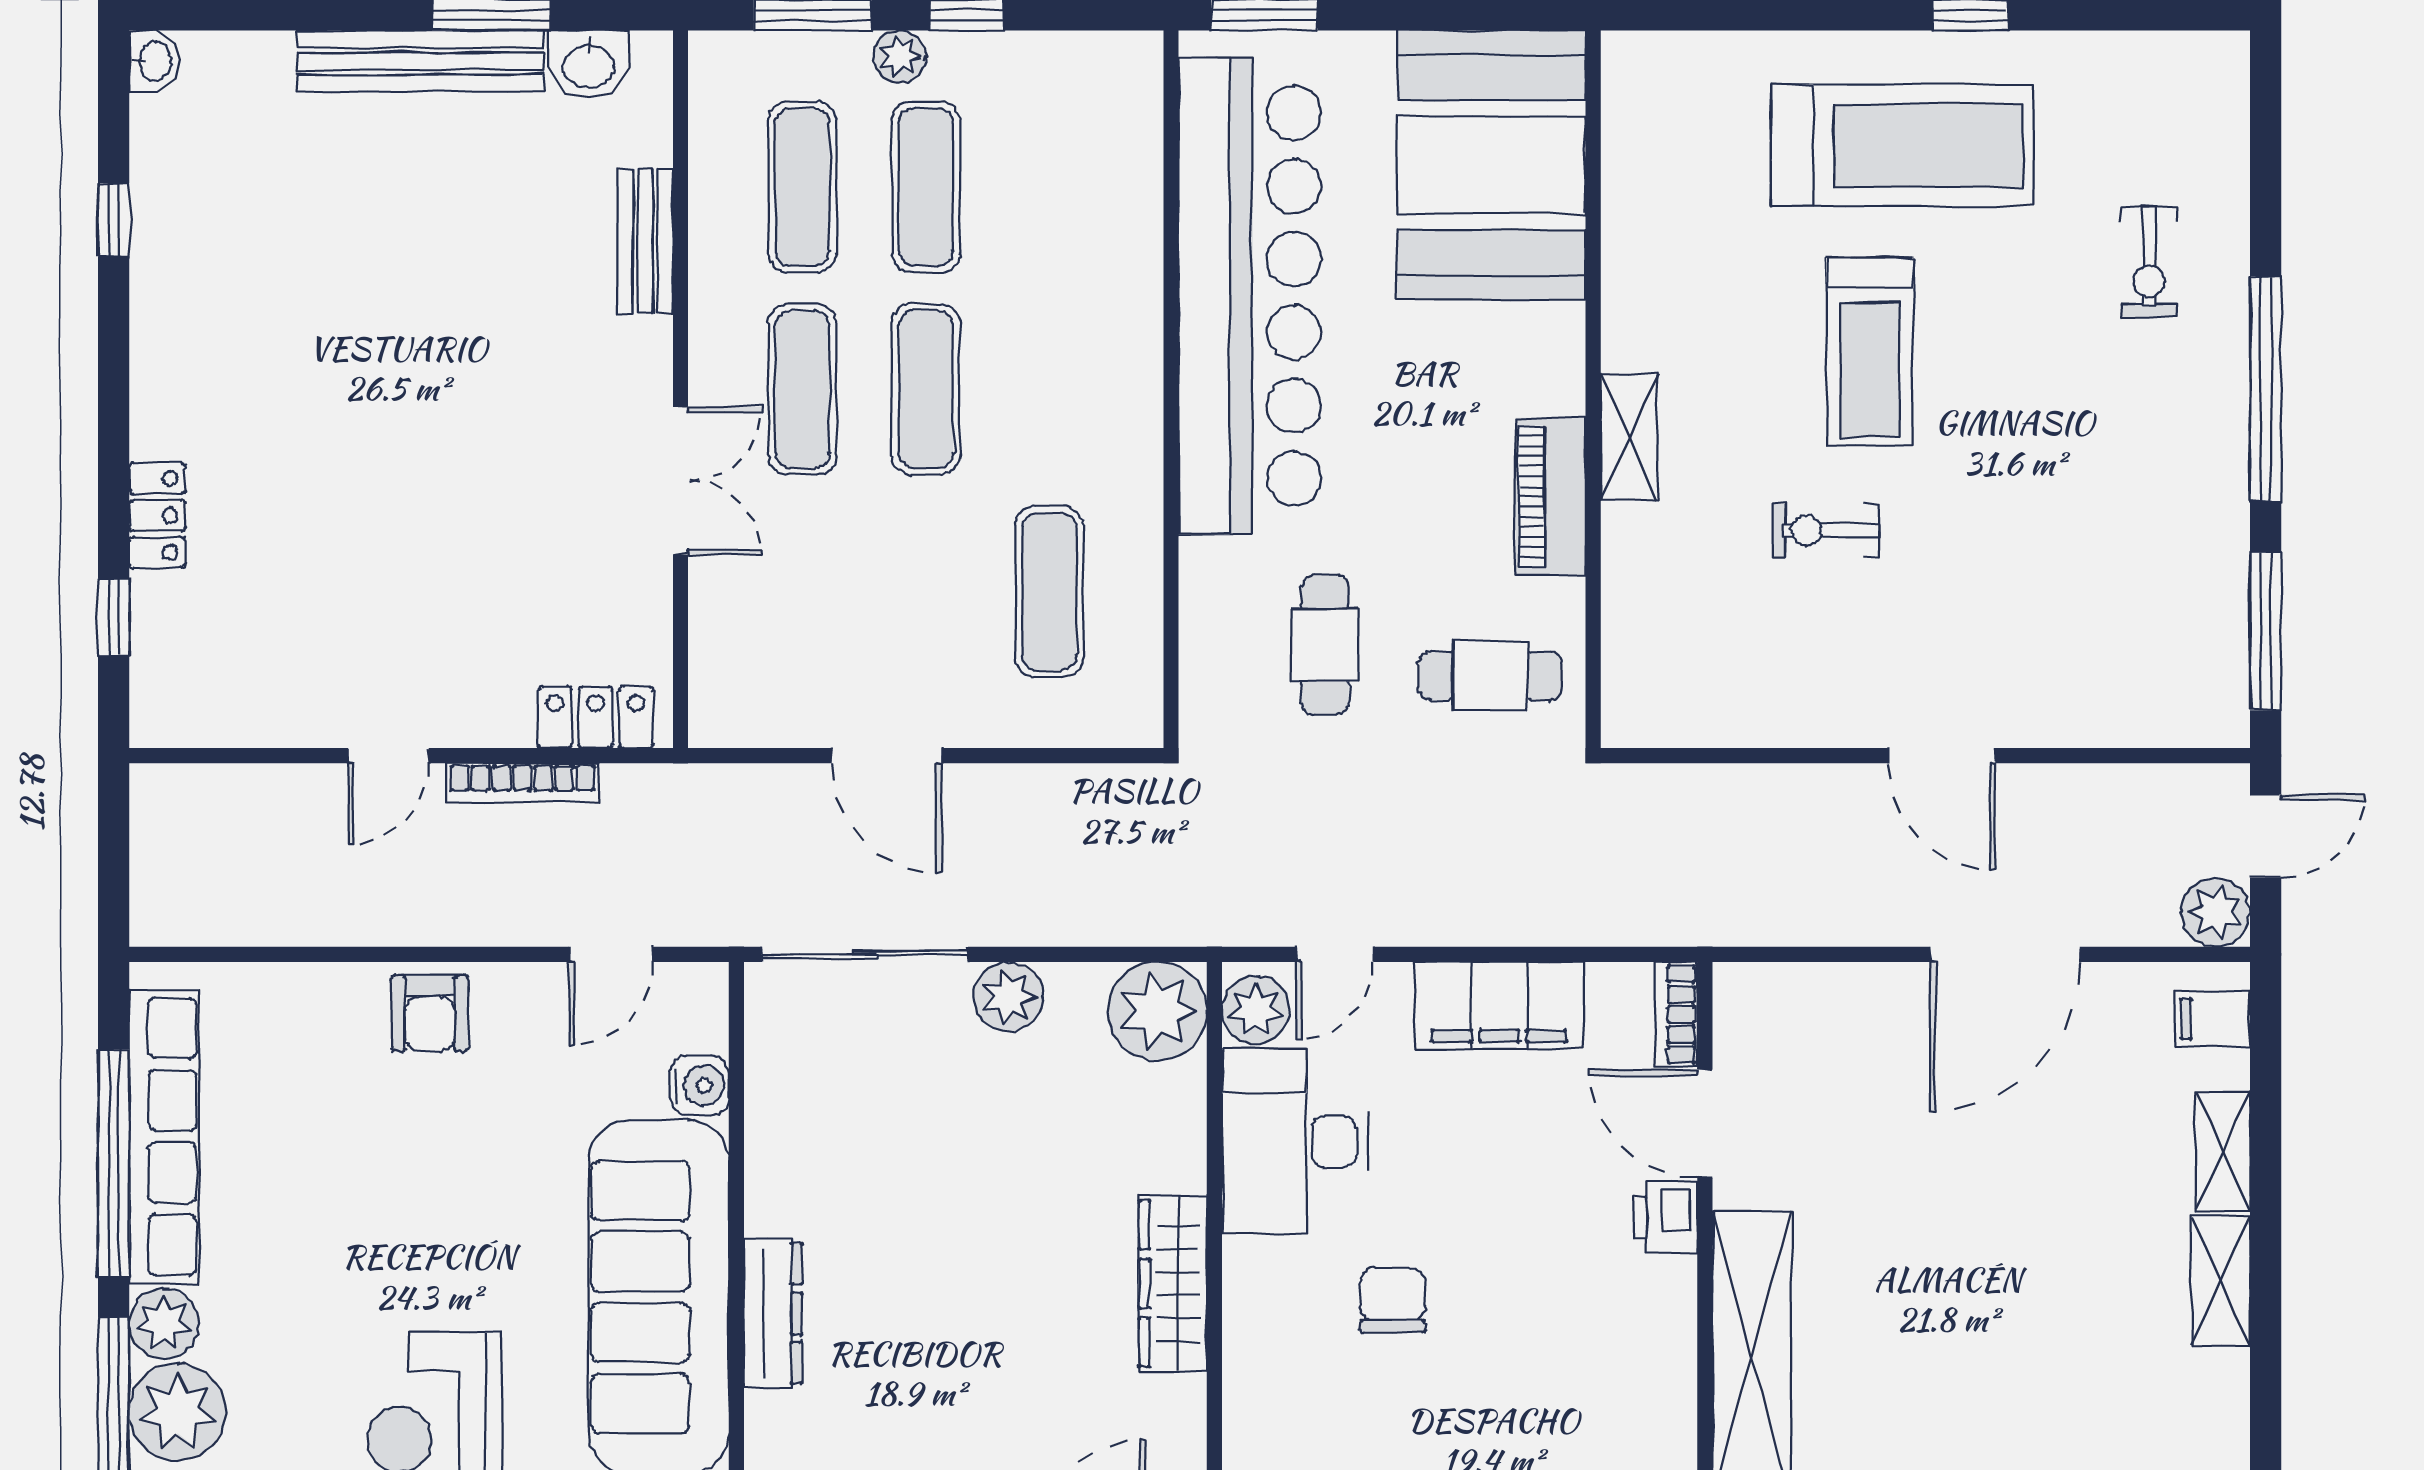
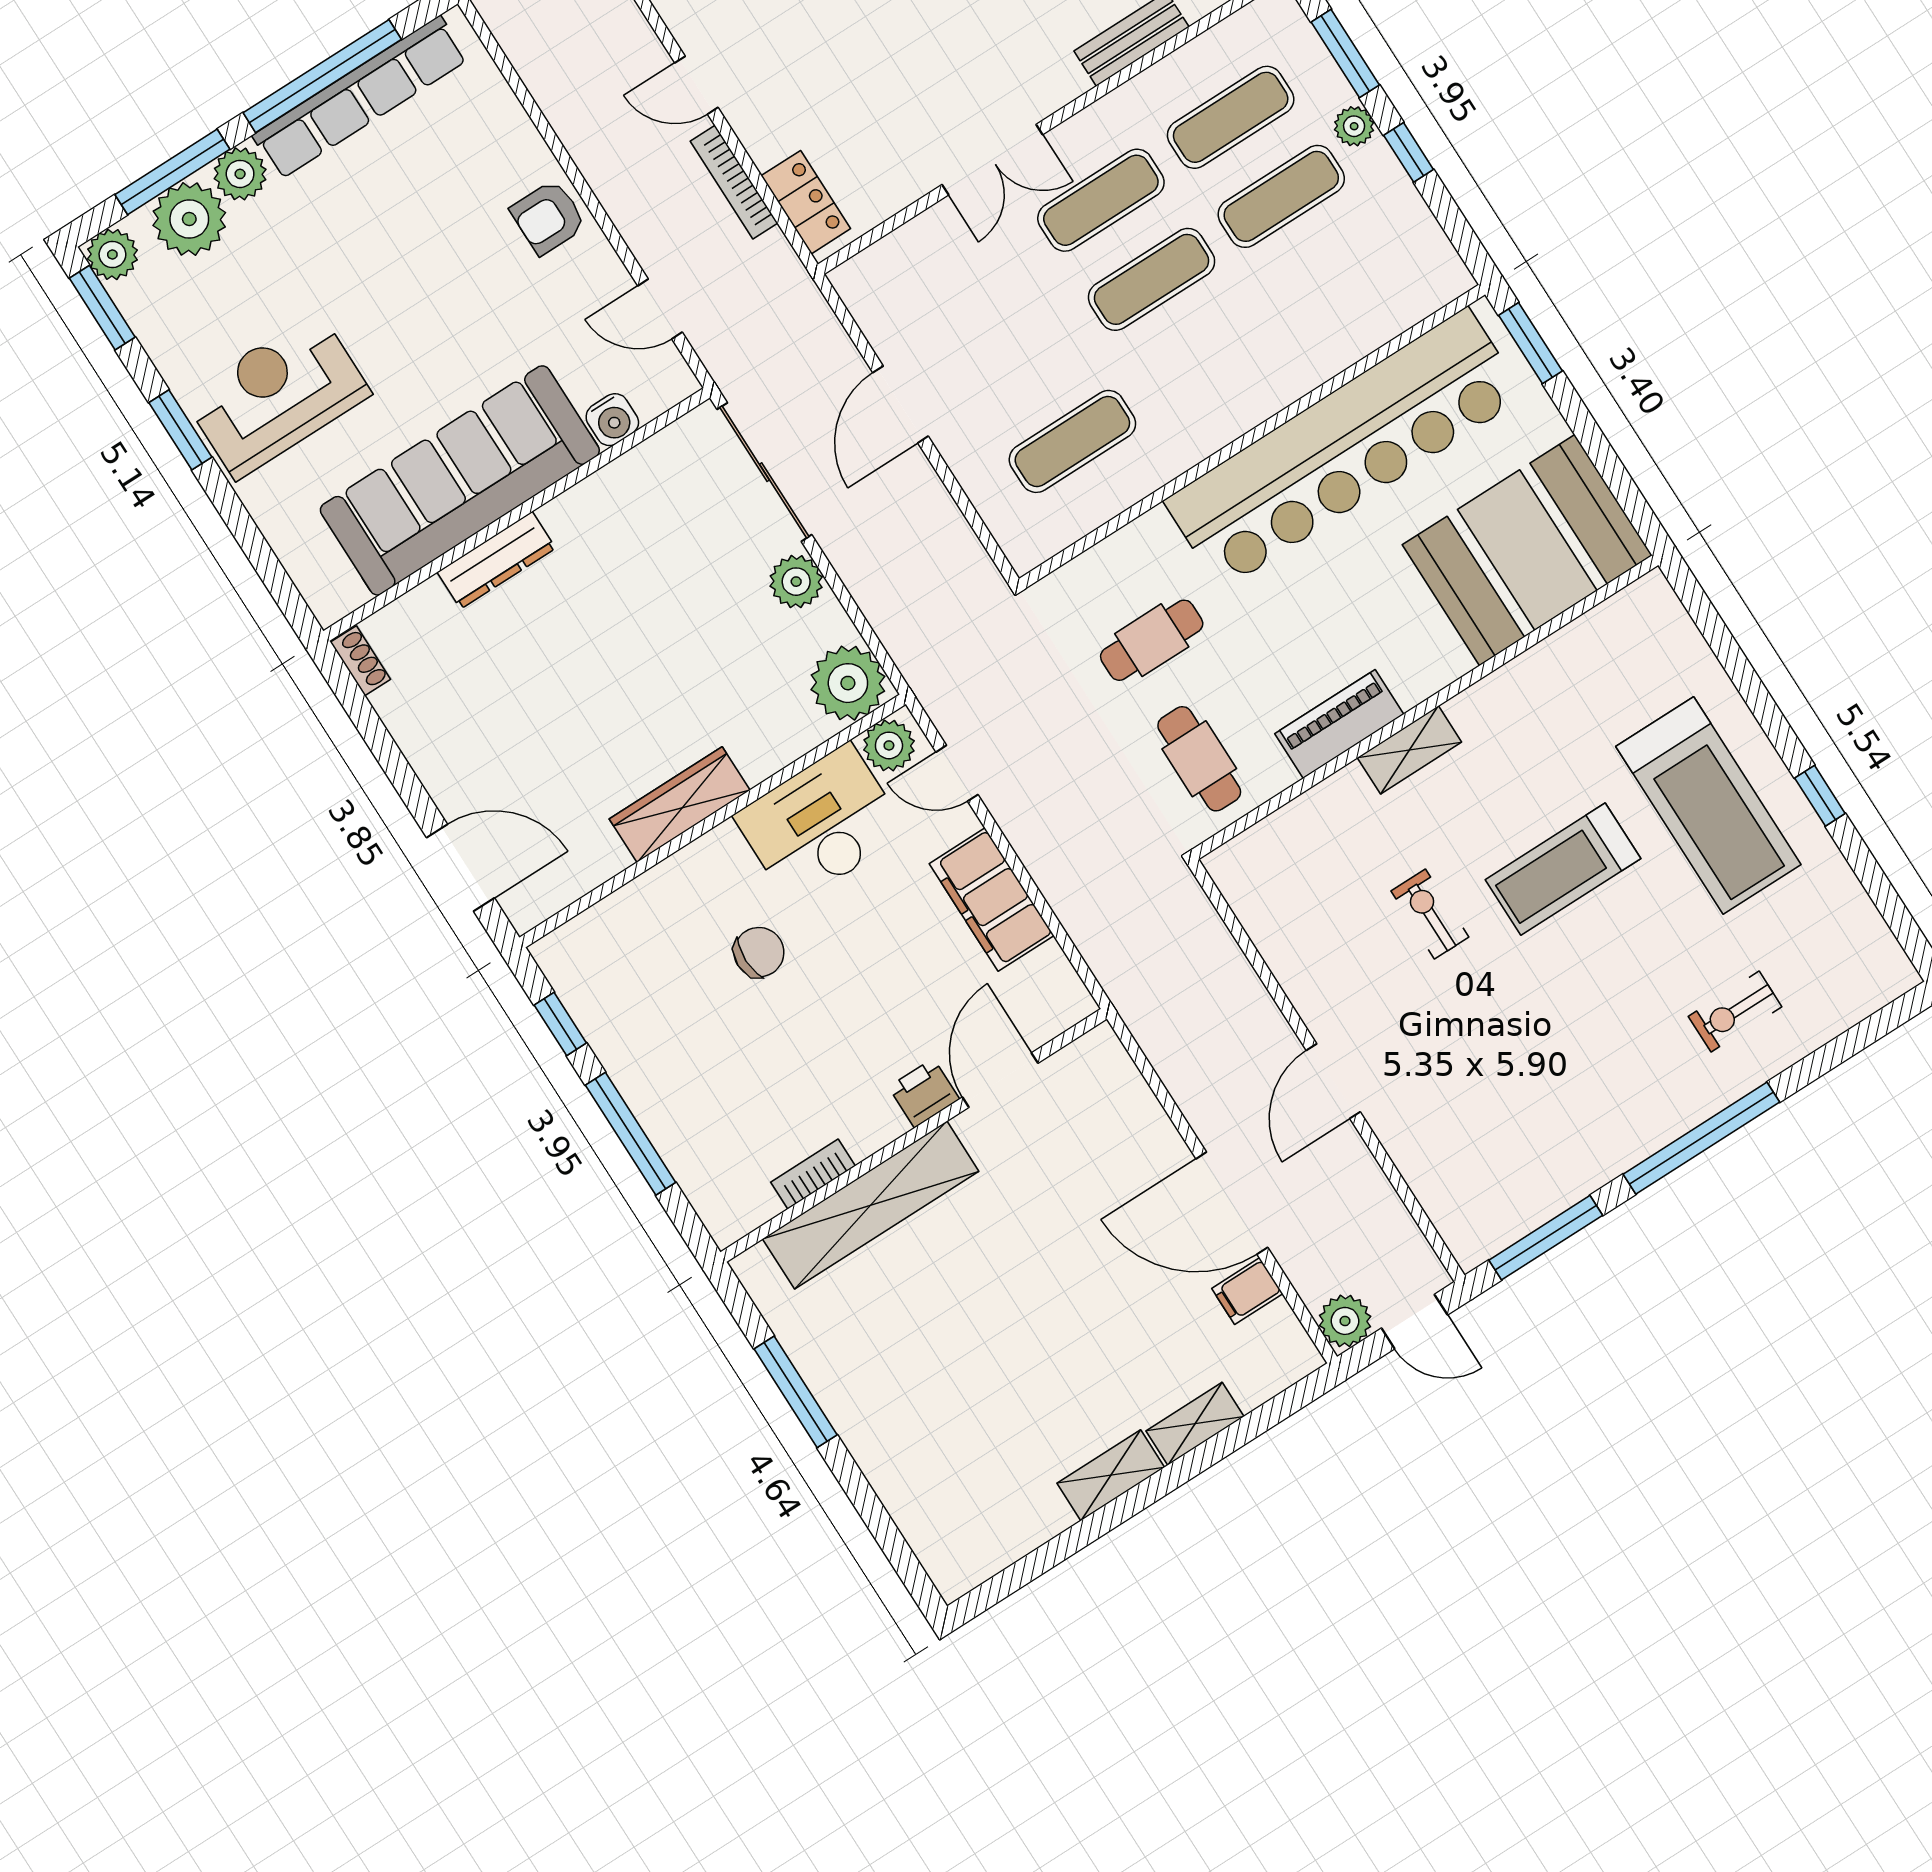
bookcase: (1676, 1014) -> (813, 1174), moved
filing cabinet: (2212, 1019) -> (1247, 1291), moved, turned -90

